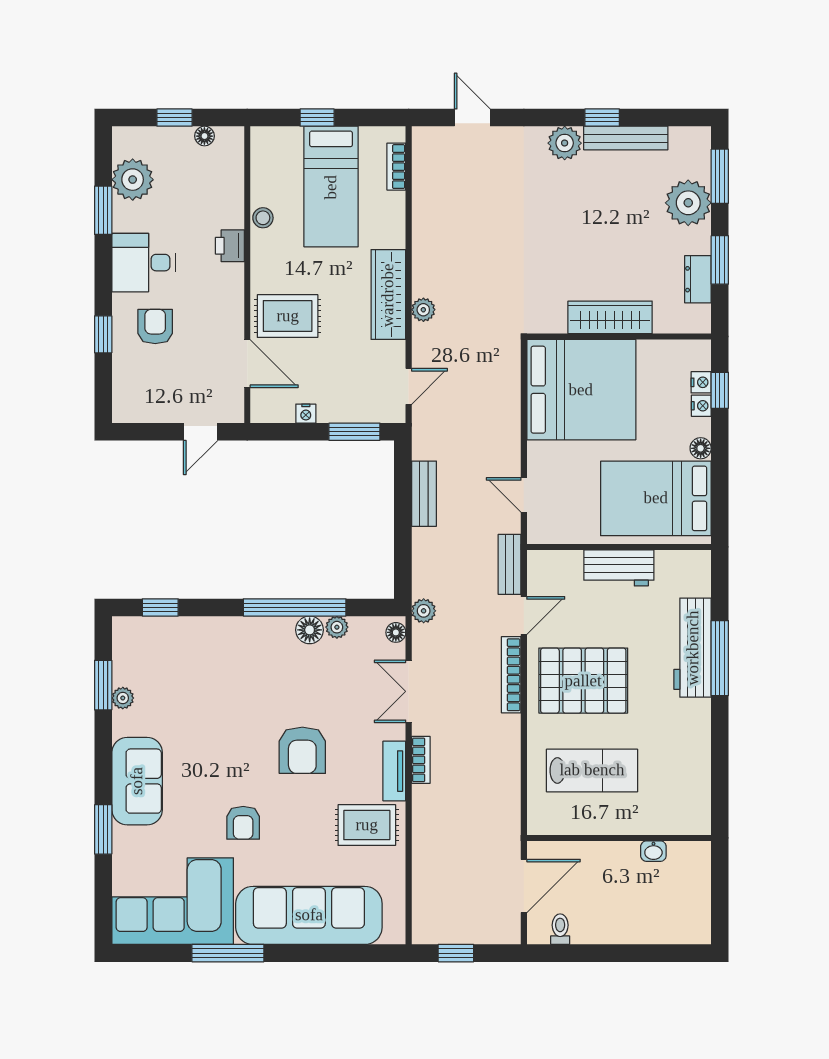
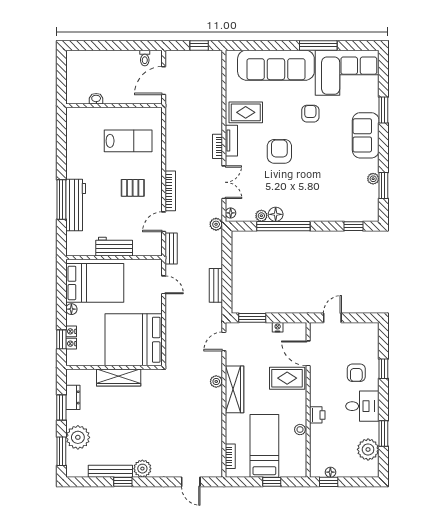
window: (175, 118) -> (329, 482), moved
pallet: (583, 681) -> (133, 188), width x0.49, depth x0.50
lab bench: (592, 770) -> (128, 141), turned 180

